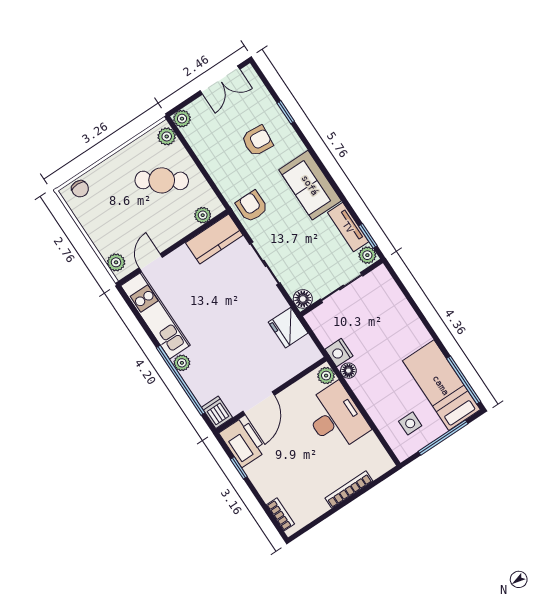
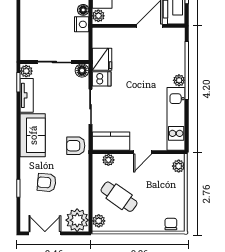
plant: (182, 119) -> (77, 220), width x1.88, depth x1.88
armchair: (252, 206) -> (76, 146), turned 90
door: (151, 263) -> (143, 152), moved
dishwasher: (217, 412) -> (102, 79), moved, turned -90

